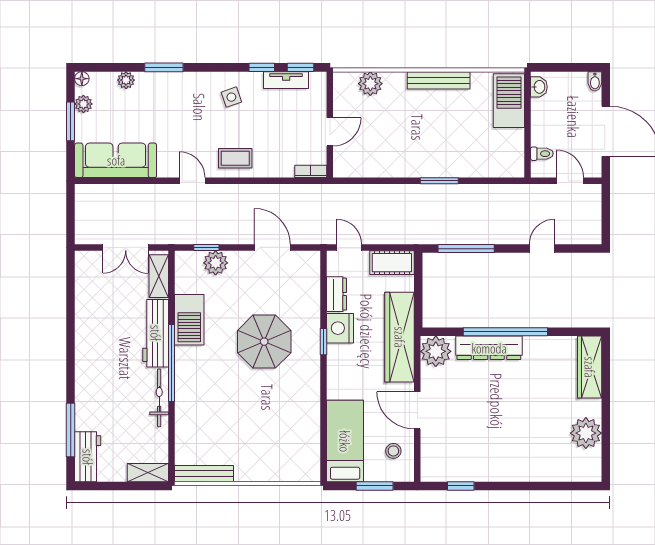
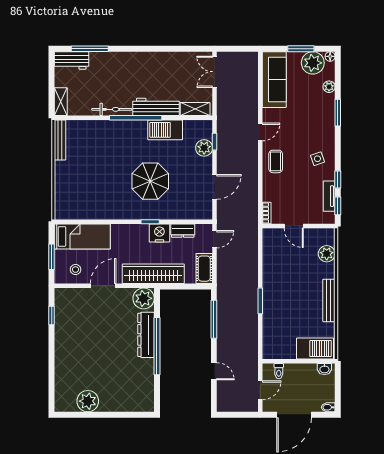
plant: (83, 104) -> (313, 63), width x1.88, depth x1.88
double door: (126, 247) -> (215, 72), moved
wardrobe: (590, 367) -> (133, 404), removed

